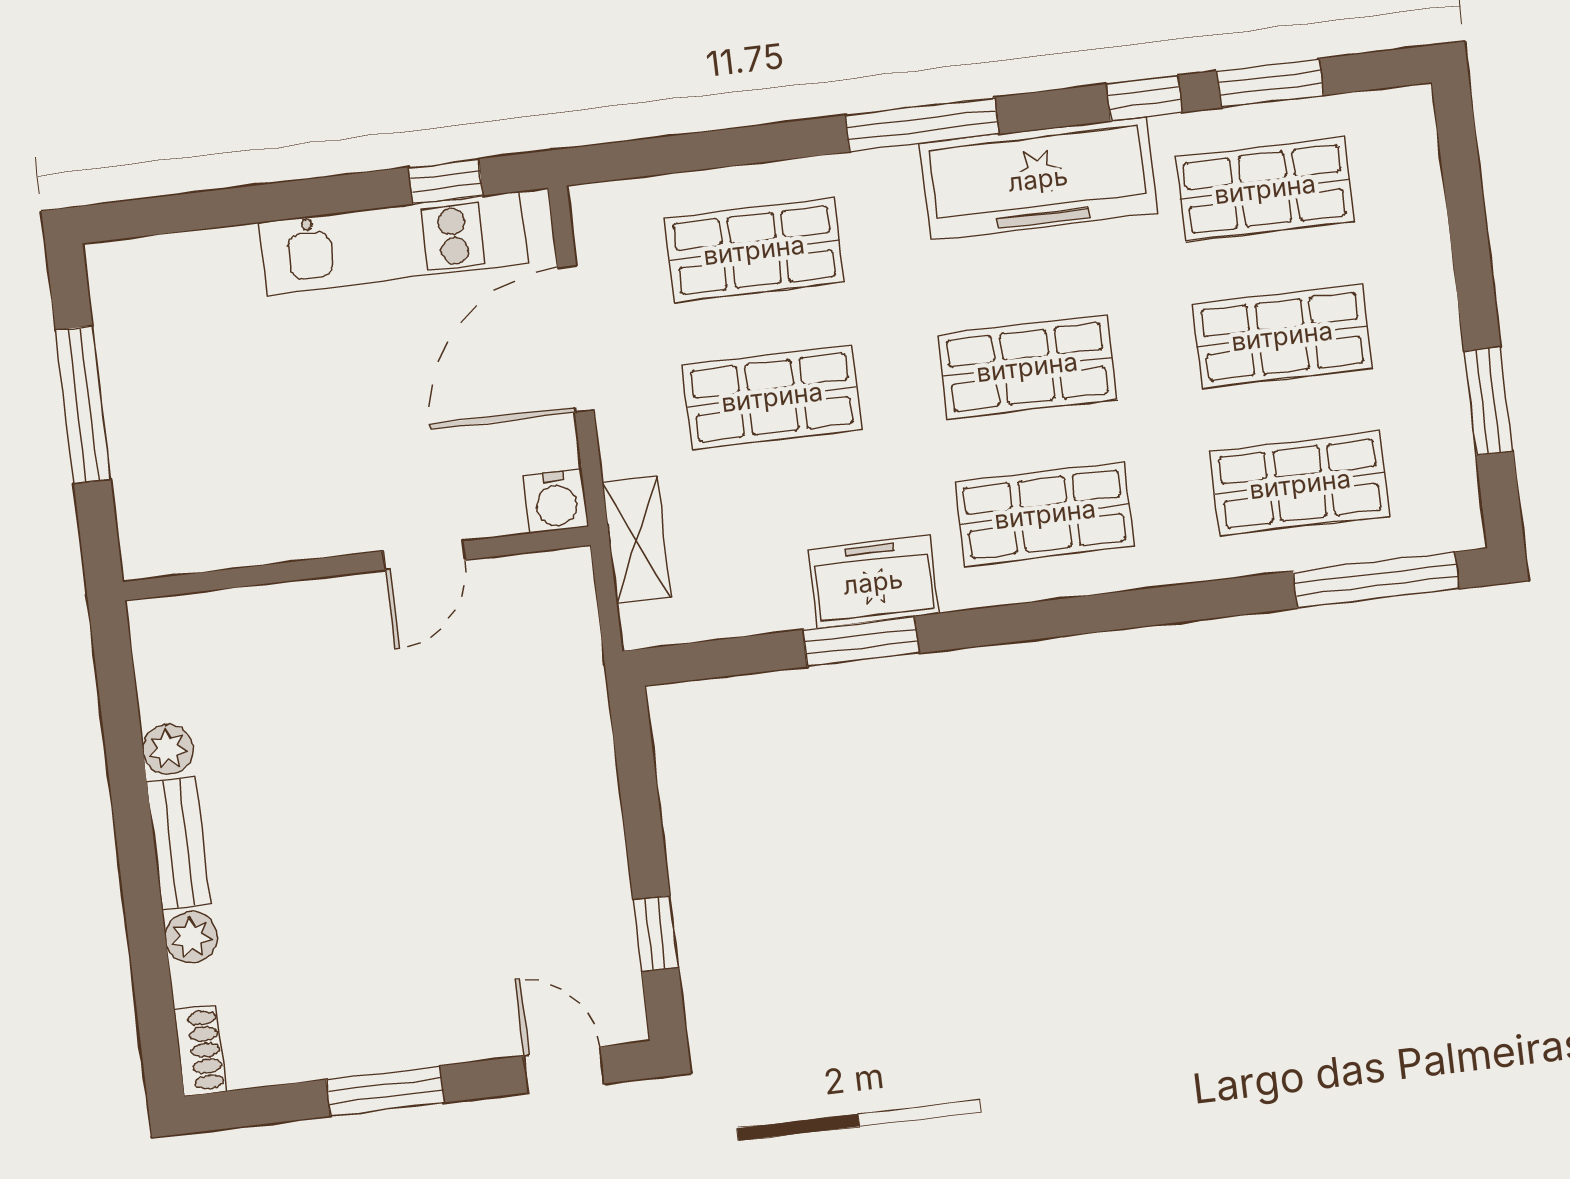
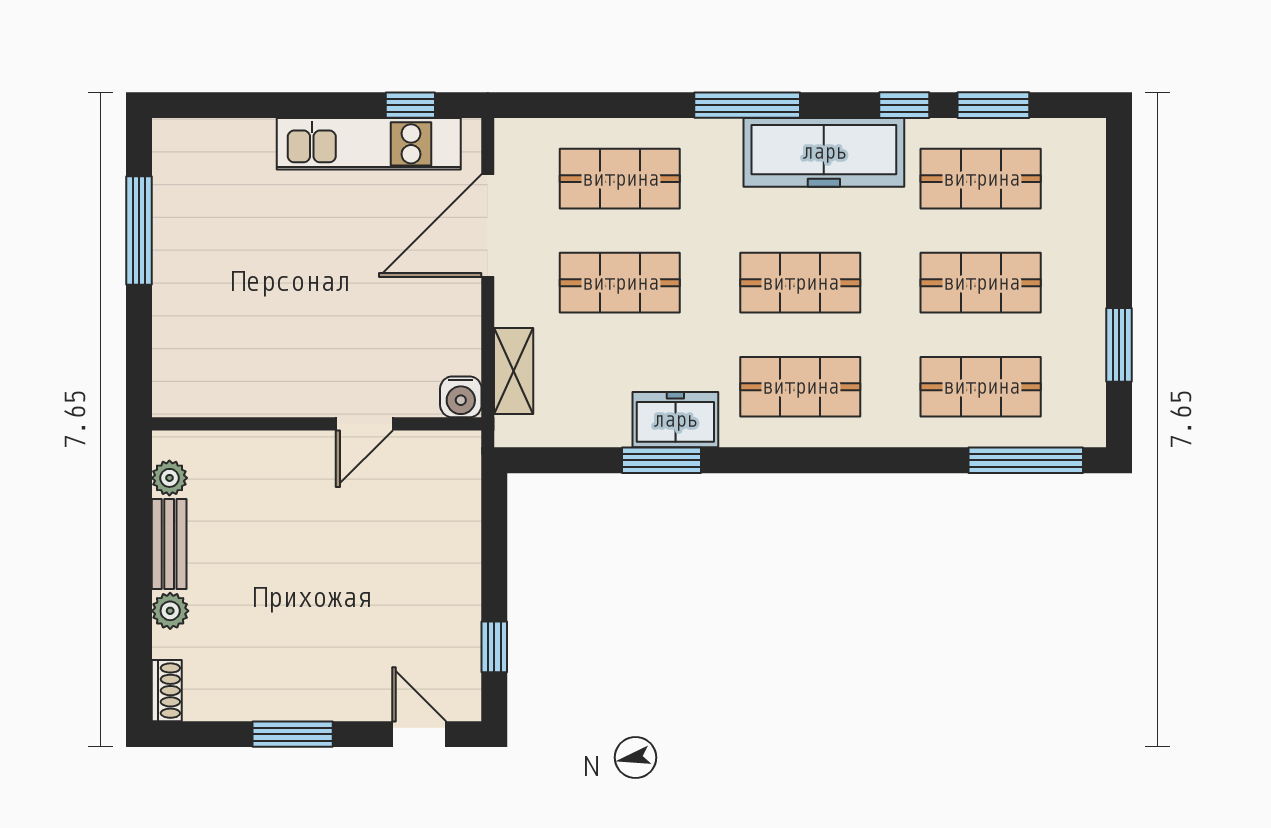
water cooler: (556, 501) -> (461, 397), moved
door: (424, 555) -> (364, 424), moved
wall: (357, 563) -> (317, 424), moved

